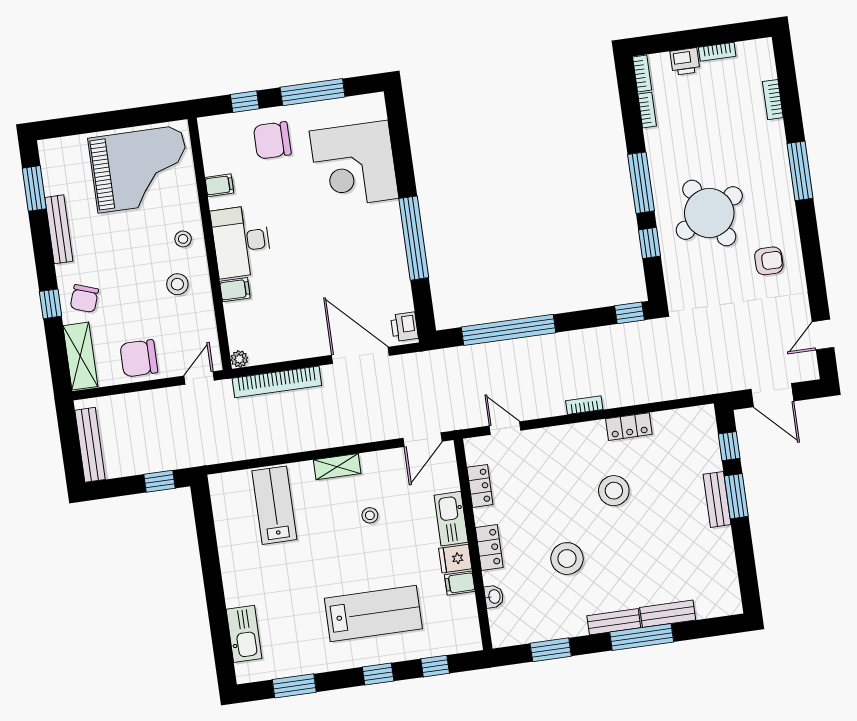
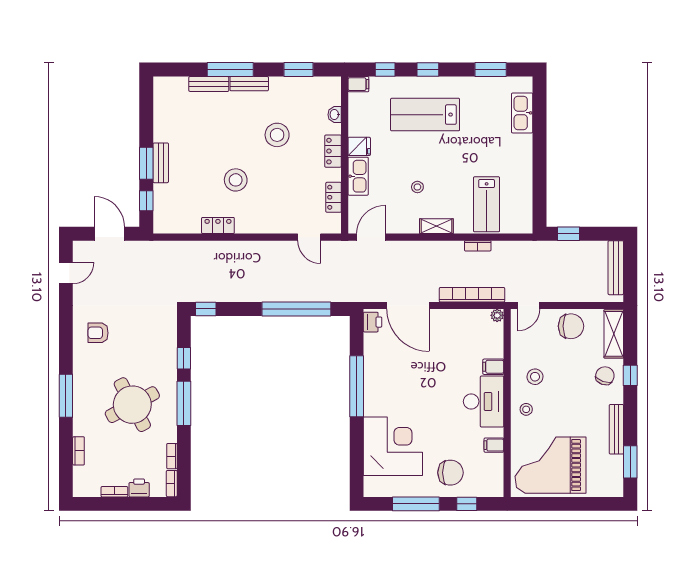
round table: (709, 213) -> (132, 405), moved
bookcase: (584, 405) -> (478, 246), moved
filing cabinet: (460, 583) -> (358, 84), moved

